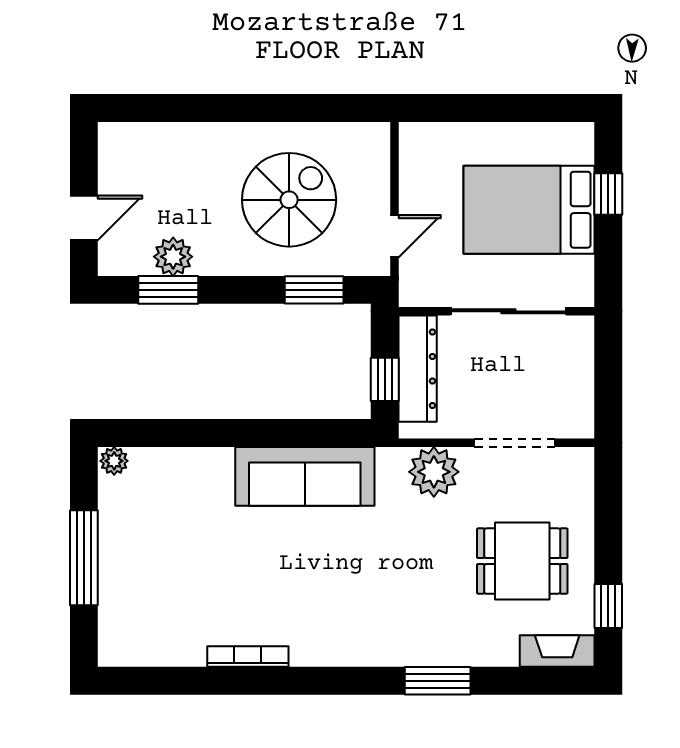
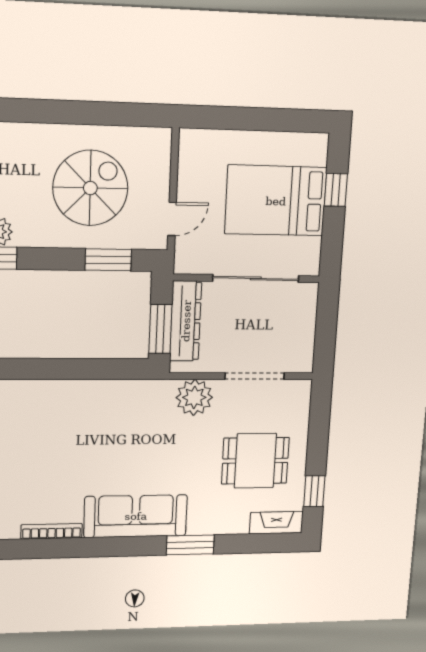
window: (385, 379) -> (160, 329), width x1.50
sofa: (305, 476) -> (136, 516), moved, turned 180

